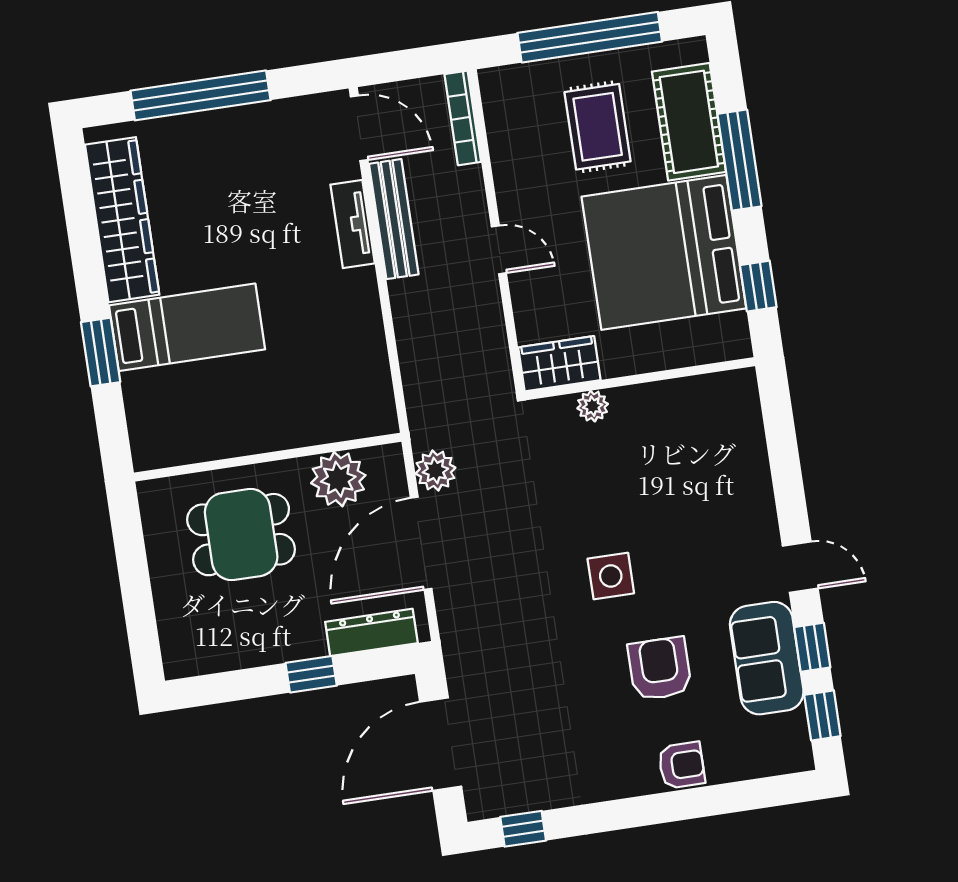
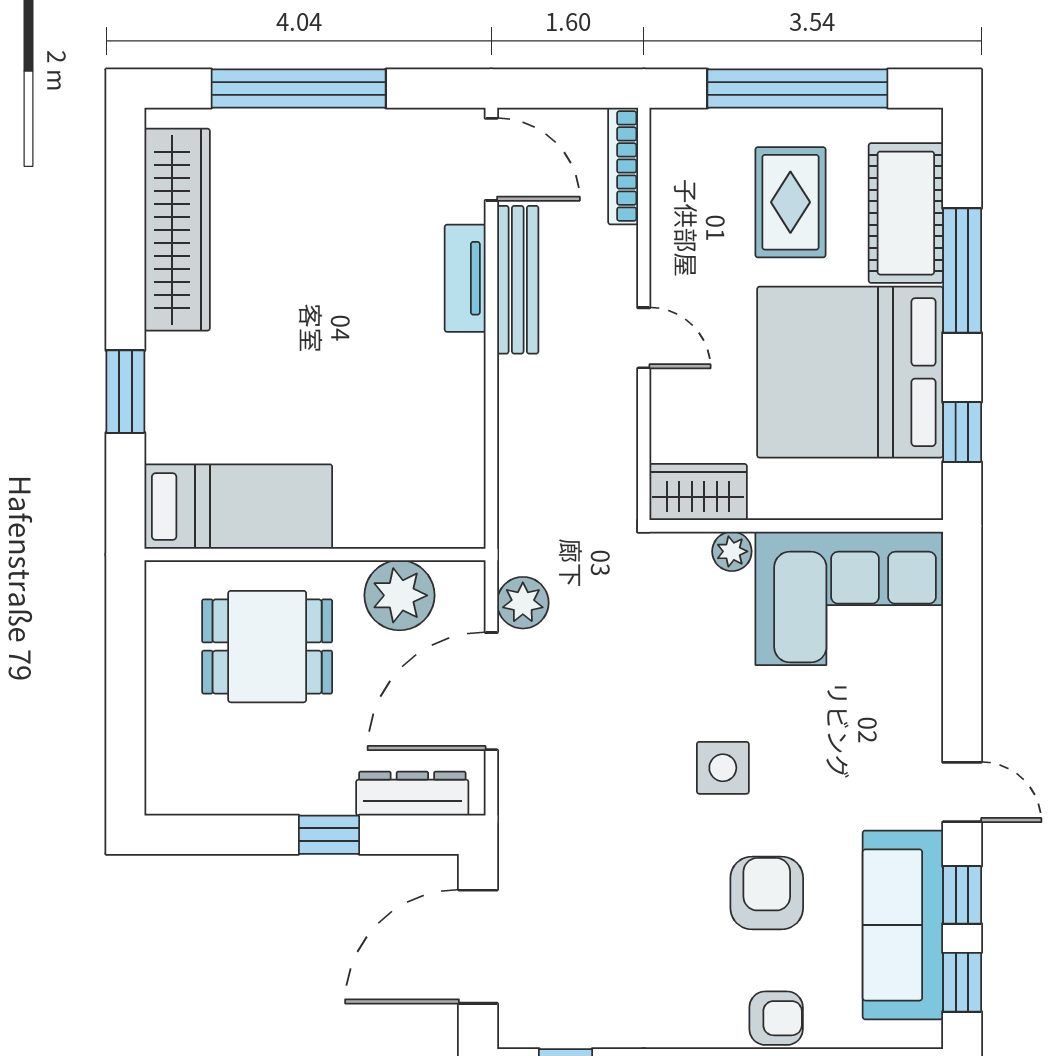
bed: (187, 327) -> (238, 507), moved
corner sofa: (689, 429) -> (849, 598), added
sofa: (767, 658) -> (903, 925), width x1.36

